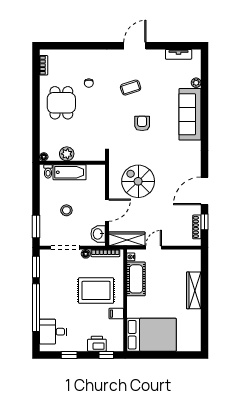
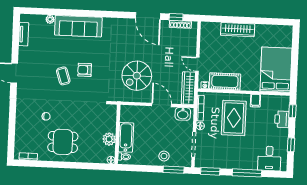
coffee table: (131, 88) -> (63, 76), moved
stool: (66, 210) -> (164, 156), moved
window: (36, 308) -> (247, 173), width x0.68

